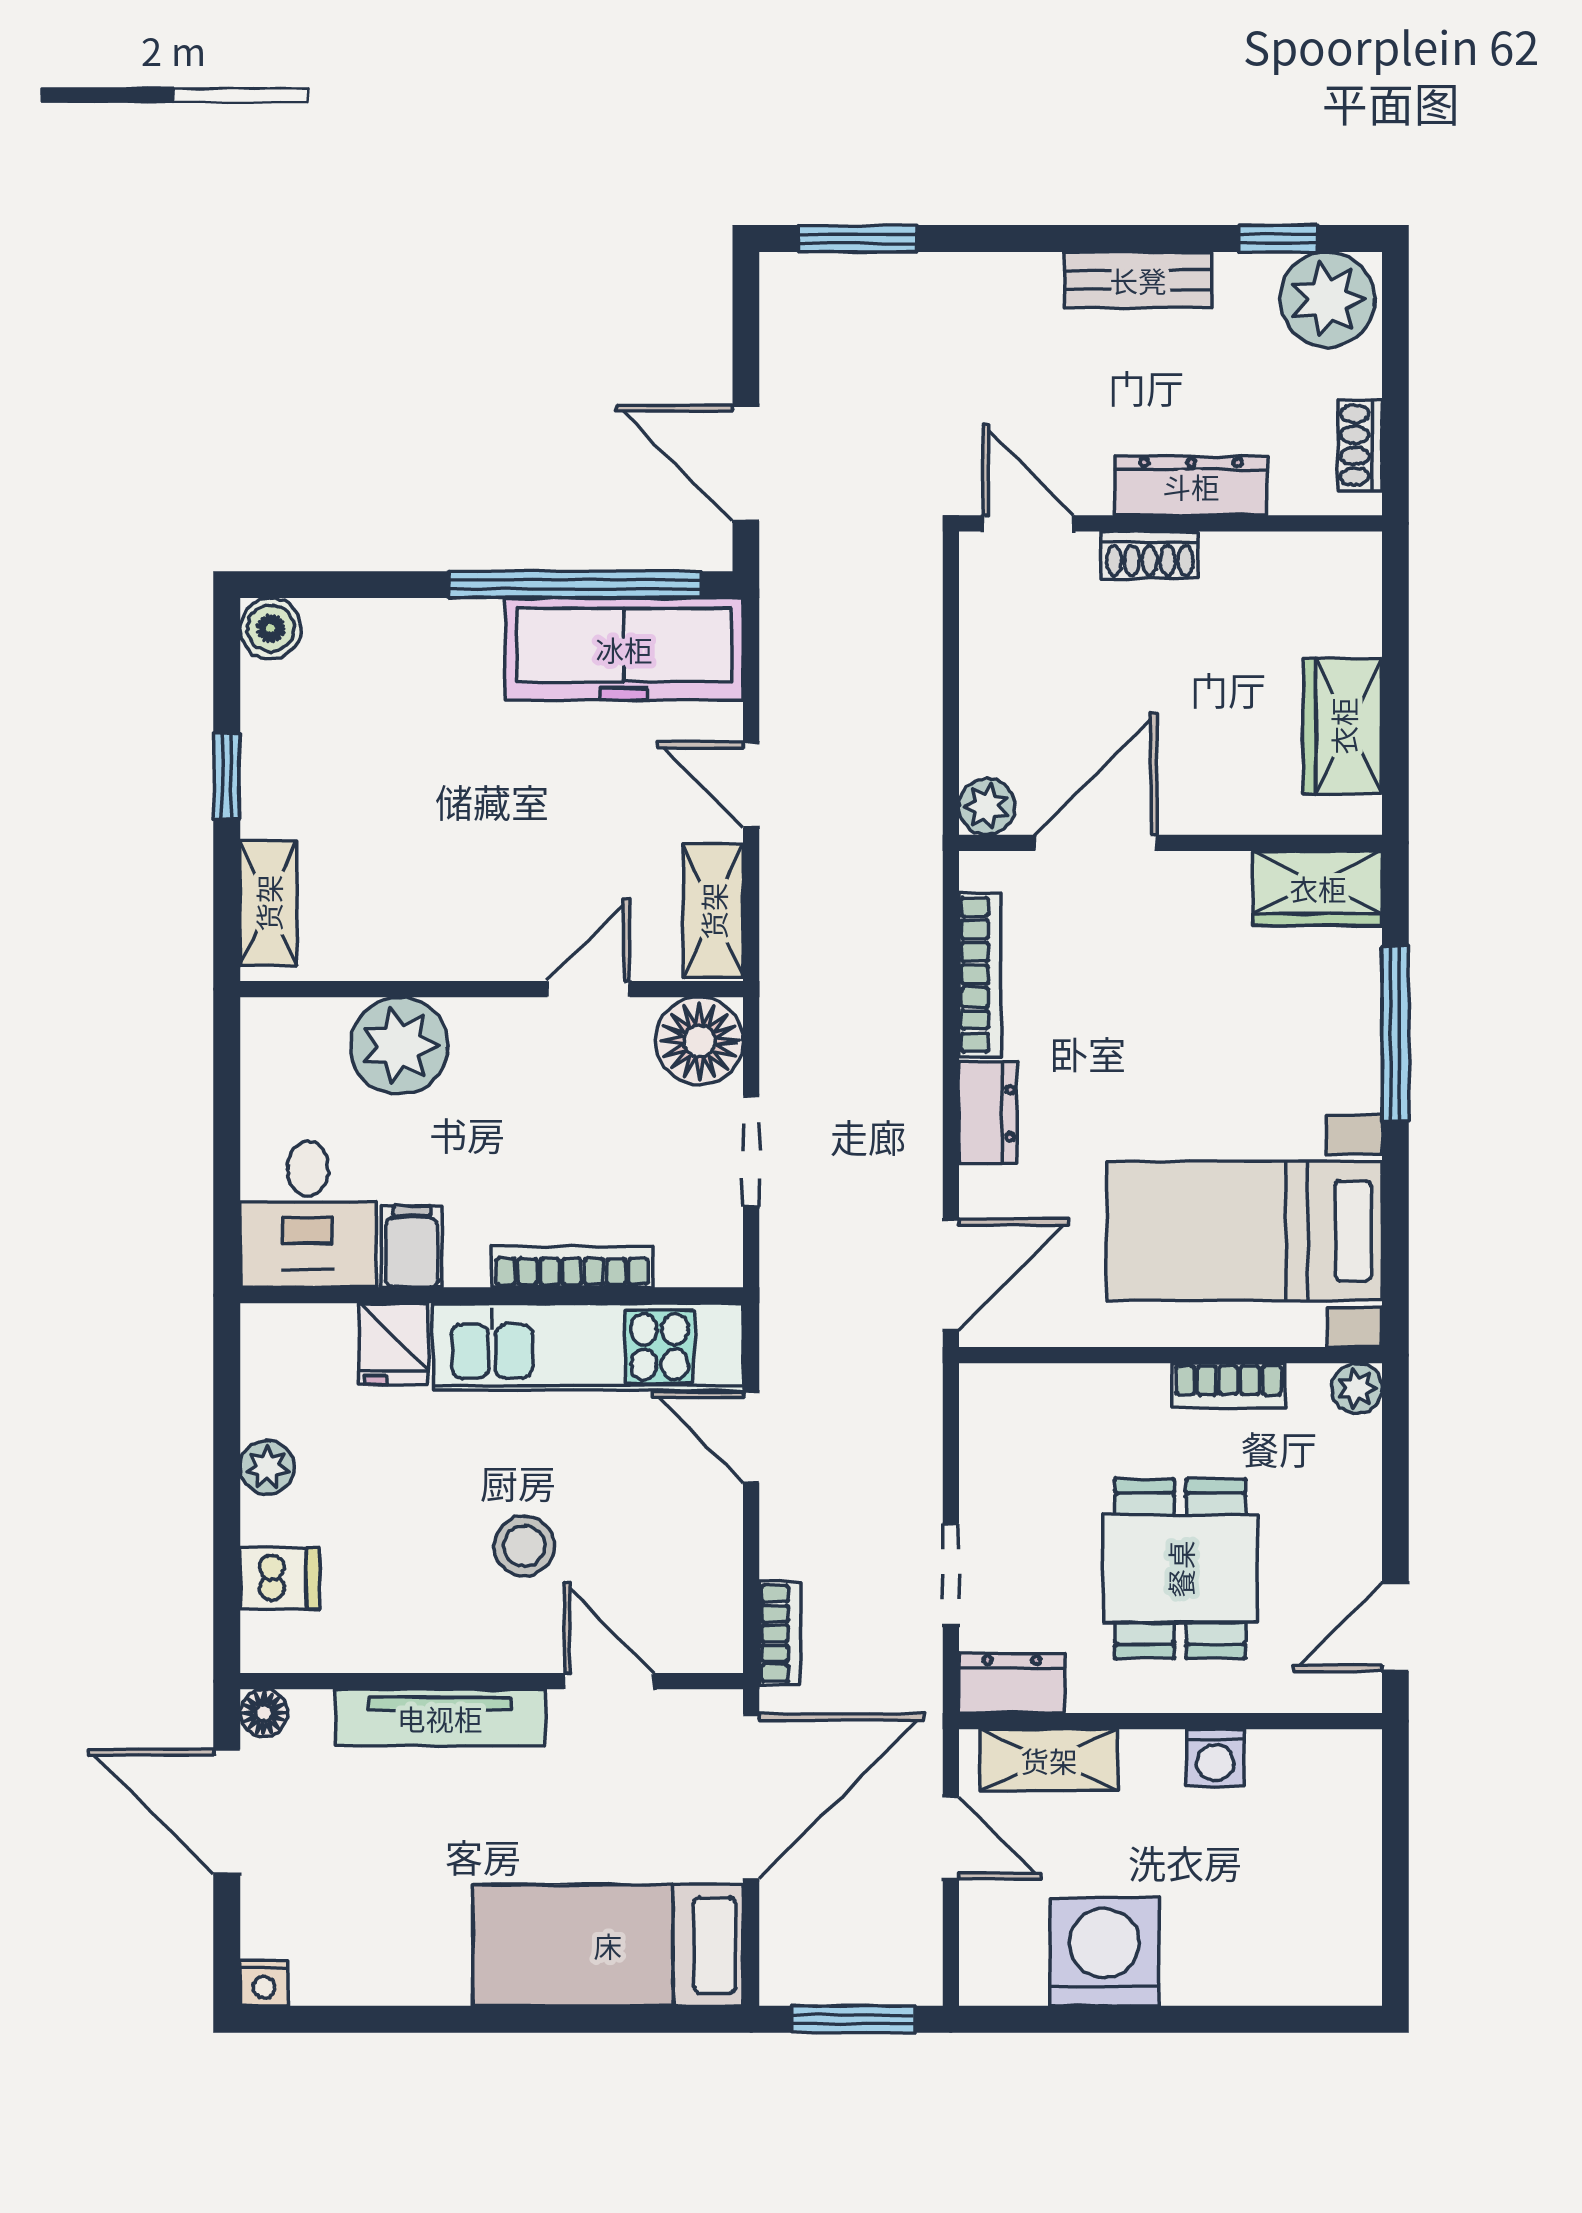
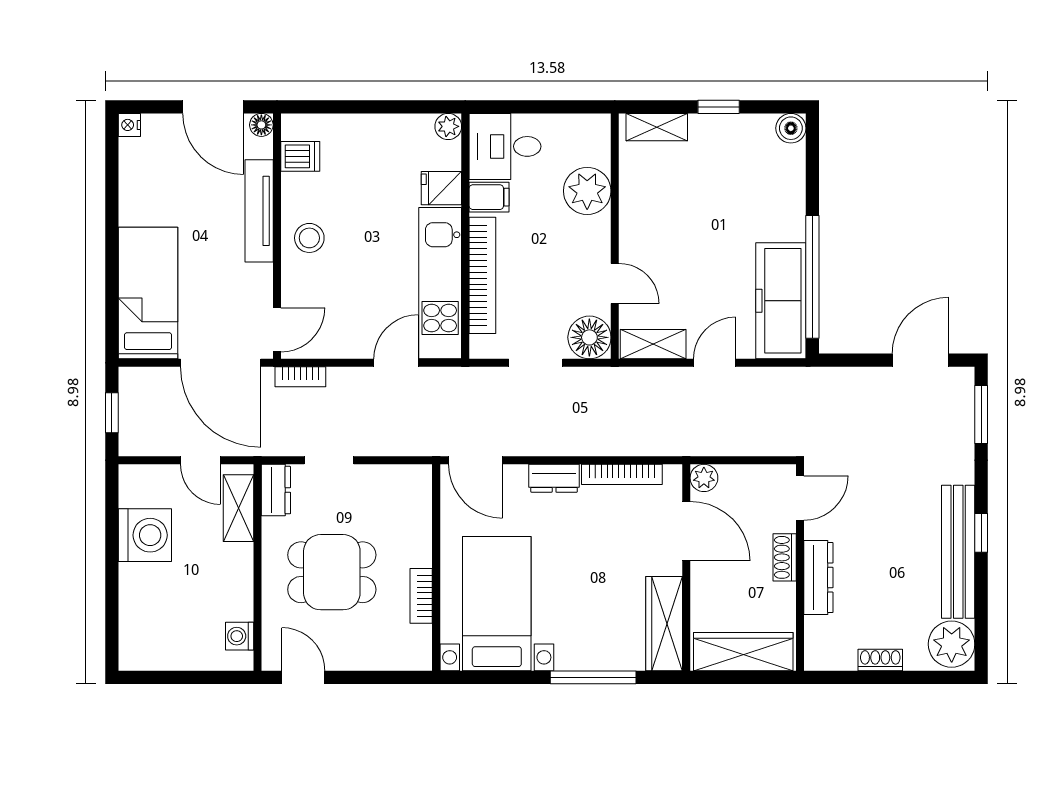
window: (1278, 239) -> (981, 533), moved
bench: (1138, 280) -> (958, 552), width x1.86, depth x1.21
door: (746, 463) -> (921, 360), moved
dresser: (1191, 486) -> (818, 578), moved
door: (1028, 523) -> (800, 498), moved
wall: (1170, 523) -> (800, 567), moved
shoe rack: (1150, 555) -> (785, 557), moved
wardrobe: (1343, 726) -> (743, 652), width x1.50
wardrobe: (1318, 888) -> (664, 624), width x1.50
bookcase: (572, 1267) -> (482, 275), width x1.48, depth x1.31
plant: (1357, 1388) -> (420, 658), removed
plant: (267, 1467) -> (448, 126), moved
stool: (524, 1546) -> (309, 238), moved
dishwasher: (280, 1578) -> (300, 156), moved, turned -90
door: (609, 1681) -> (277, 330), moved
washing machine: (1215, 1758) -> (240, 636), moved
door: (227, 1812) -> (213, 107), swing flipped
door: (951, 1838) -> (200, 460), hinge flipped
window: (854, 2019) -> (112, 413), width x0.67

